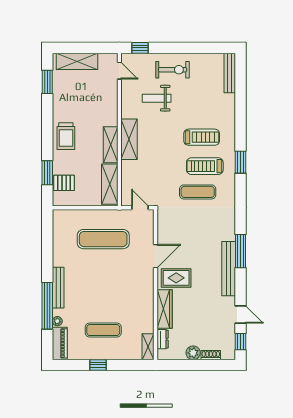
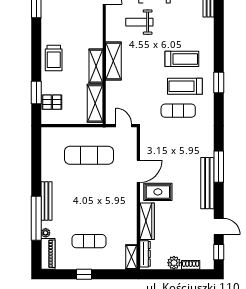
dresser: (163, 339) -> (145, 254), width x1.44

